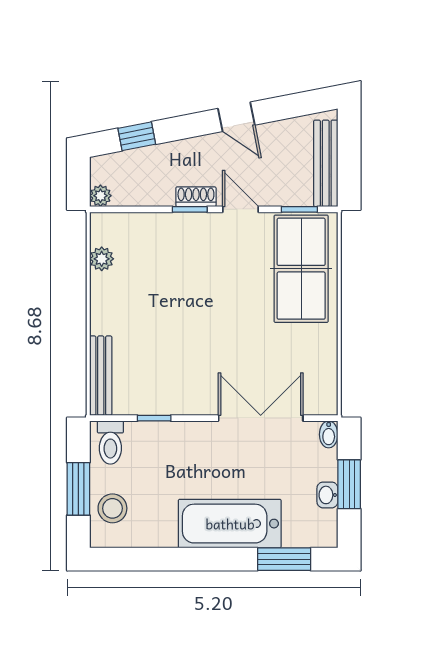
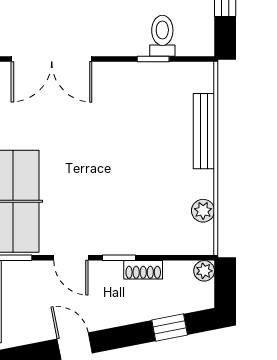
shoe rack: (196, 197) -> (143, 270), moved
bench: (101, 376) -> (204, 131), moved
toilet: (110, 442) -> (162, 36), moved

